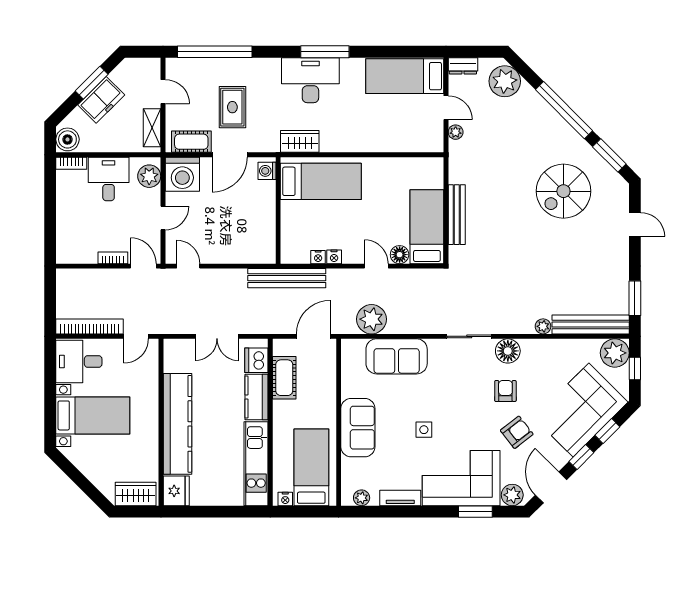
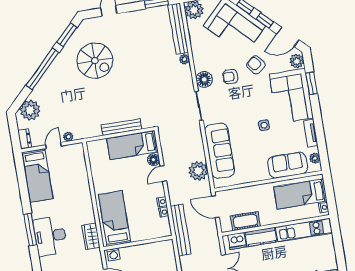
sofa: (397, 356) -> (220, 151), width x1.36
sofa: (358, 428) -> (288, 165), moved

